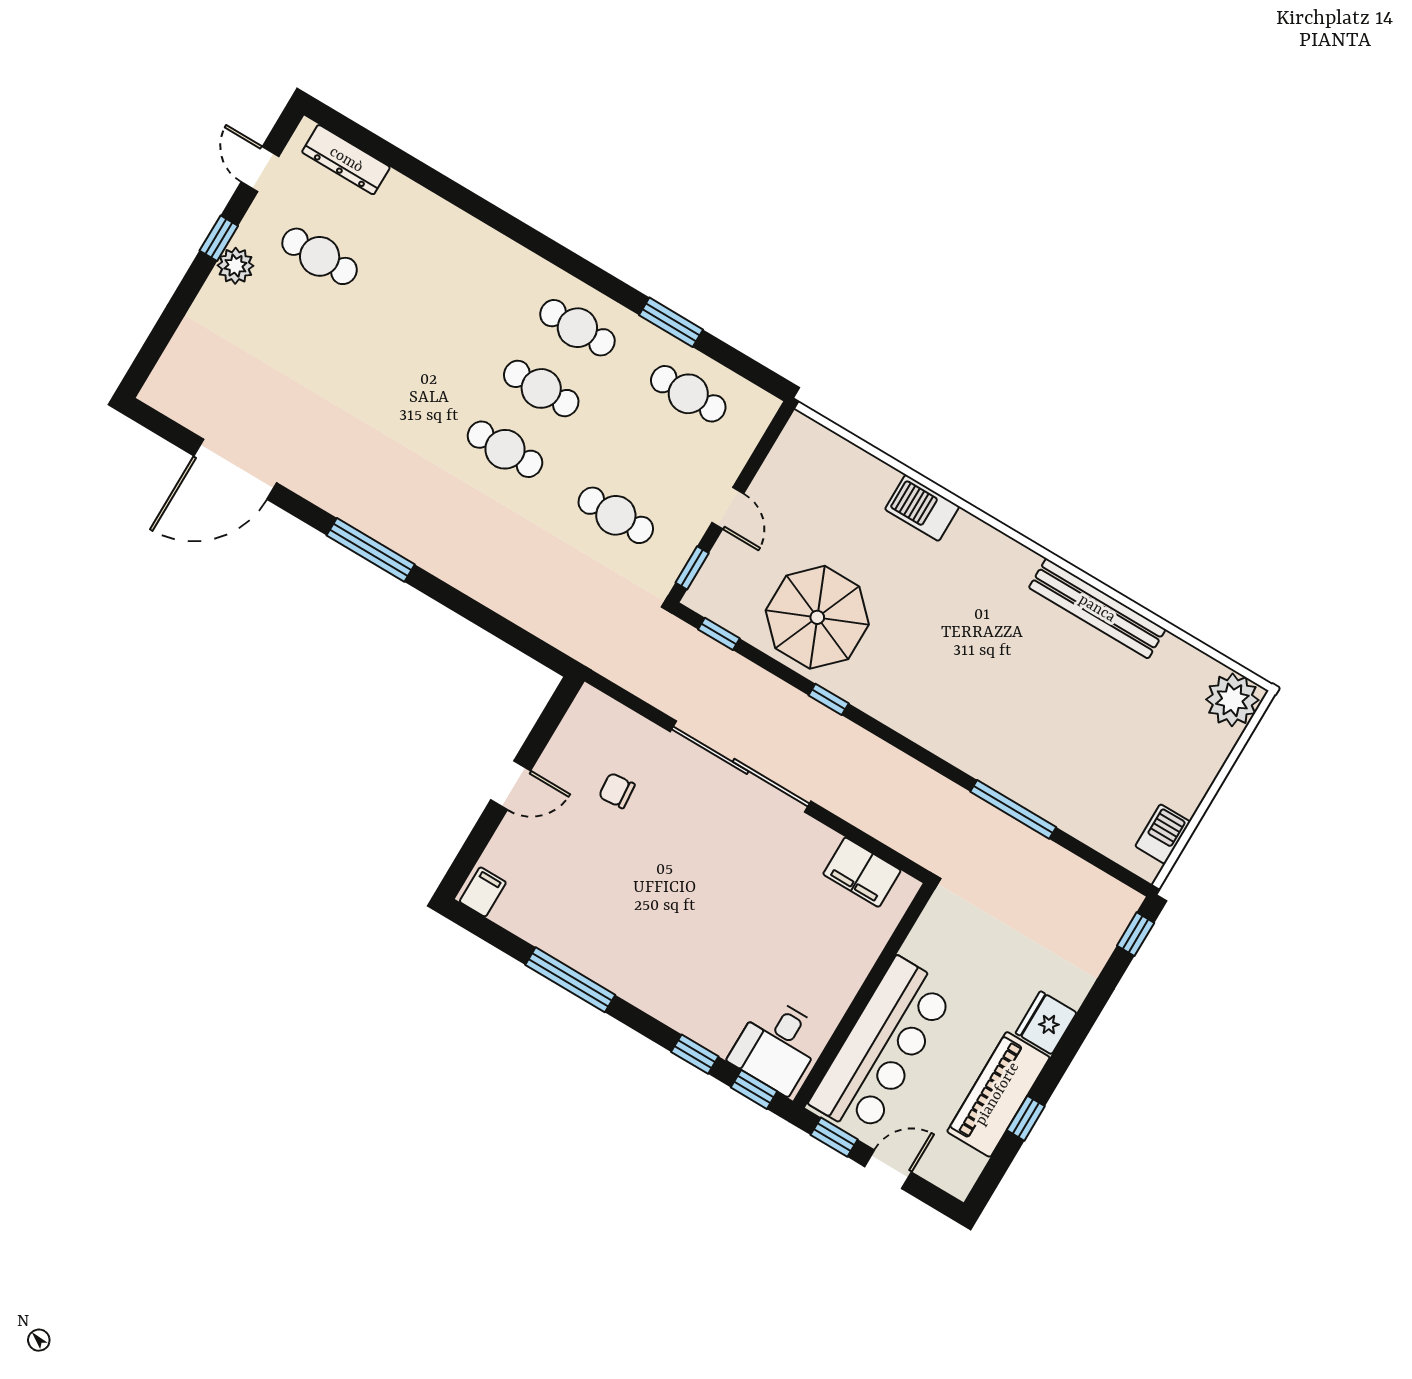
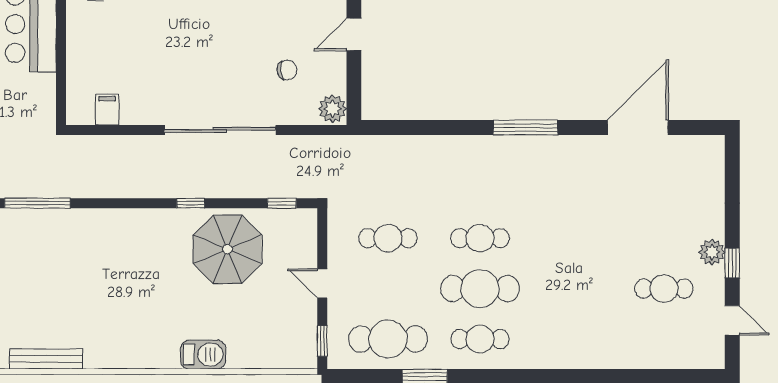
dresser: (346, 160) -> (683, 357), removed
cafe table: (541, 388) -> (480, 289), width x1.37, depth x1.35
cafe table: (688, 394) -> (388, 339), width x1.37, depth x1.35
window: (692, 568) -> (322, 341), moved
bench: (1097, 609) -> (46, 359), width x0.73, depth x0.82
plant: (590, 711) -> (333, 109), added
filing cabinet: (862, 872) -> (107, 110), width x0.50

